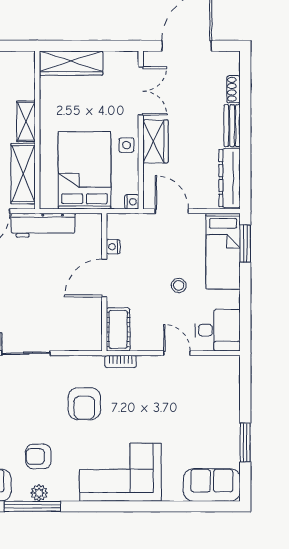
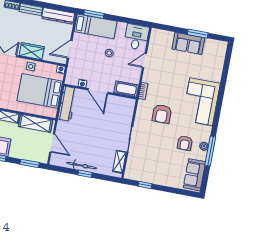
workbench: (43, 225) -> (67, 104), moved
armchair: (84, 404) -> (162, 114), turned 90
sofa: (212, 485) -> (188, 43), moved, turned -90

